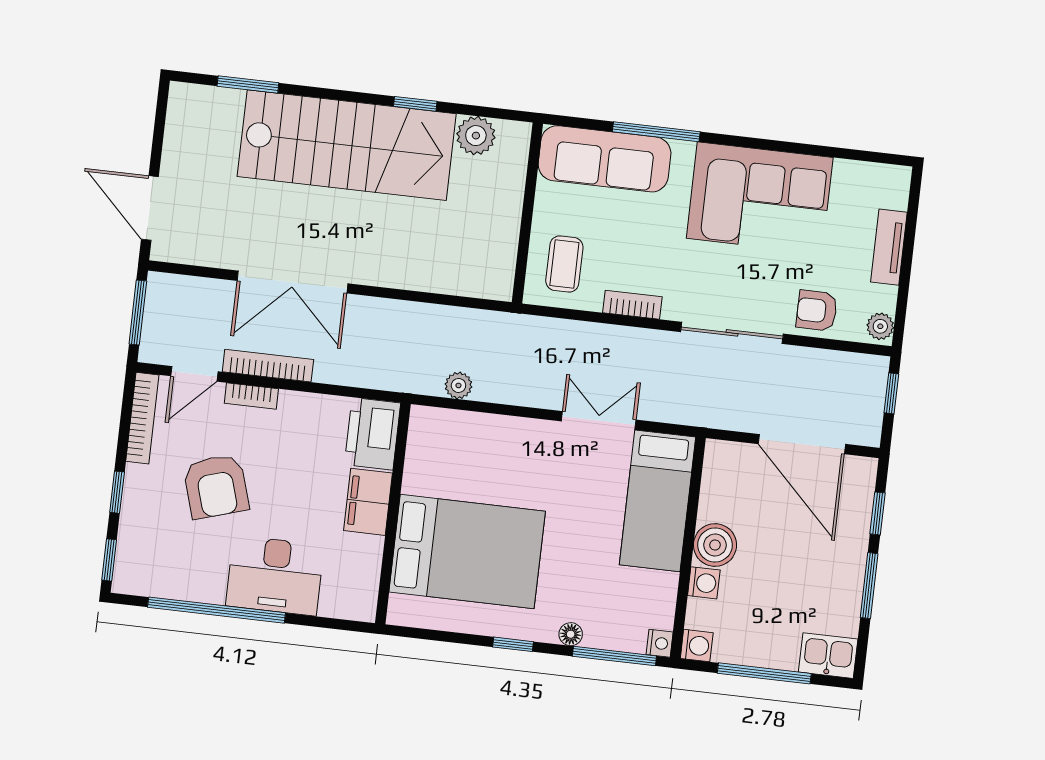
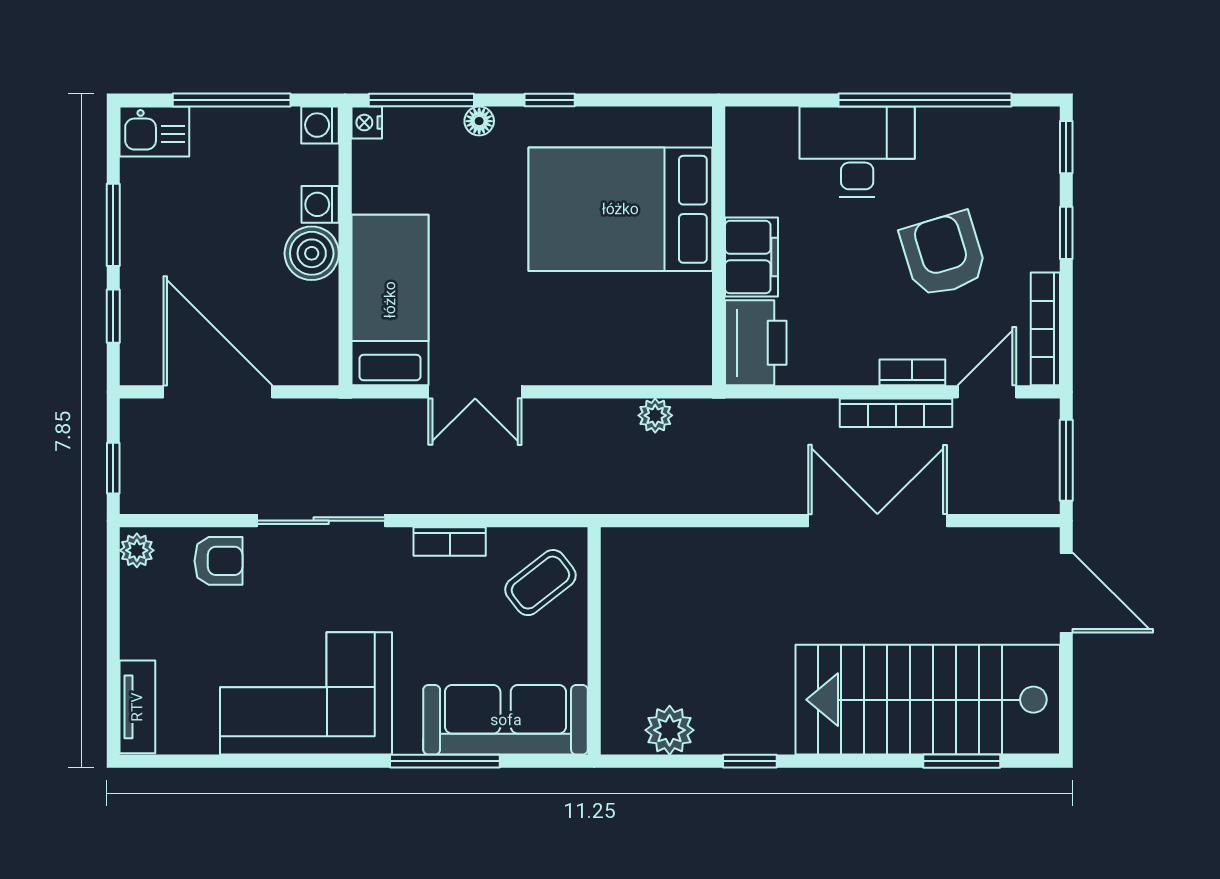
stairs: (347, 145) -> (928, 700), moved
tv unit: (889, 247) -> (137, 707), moved
coffee table: (564, 264) -> (540, 583), turned 52

